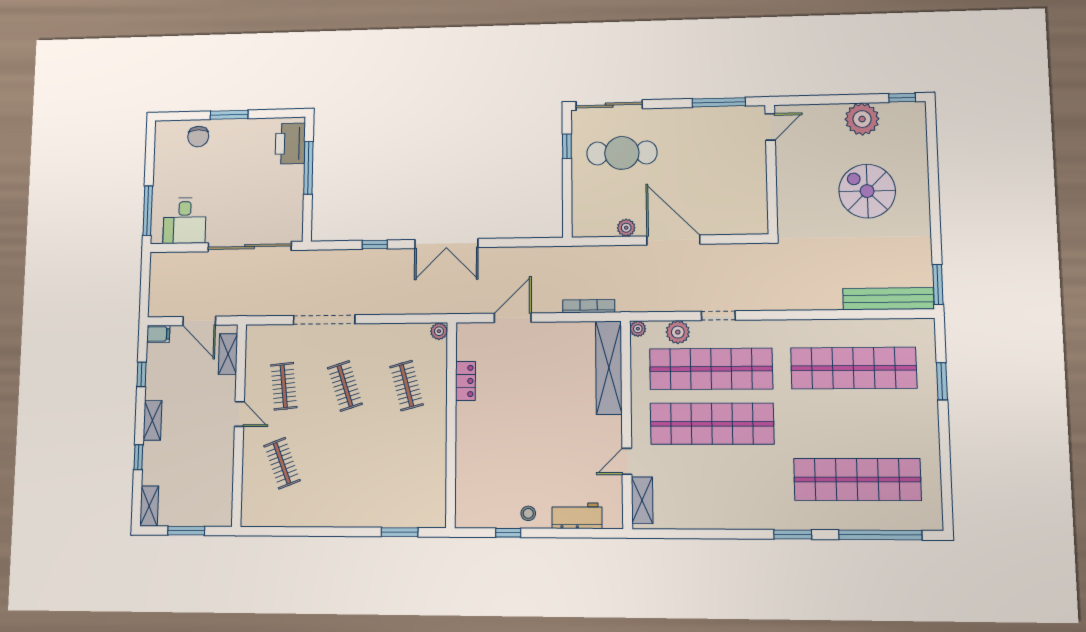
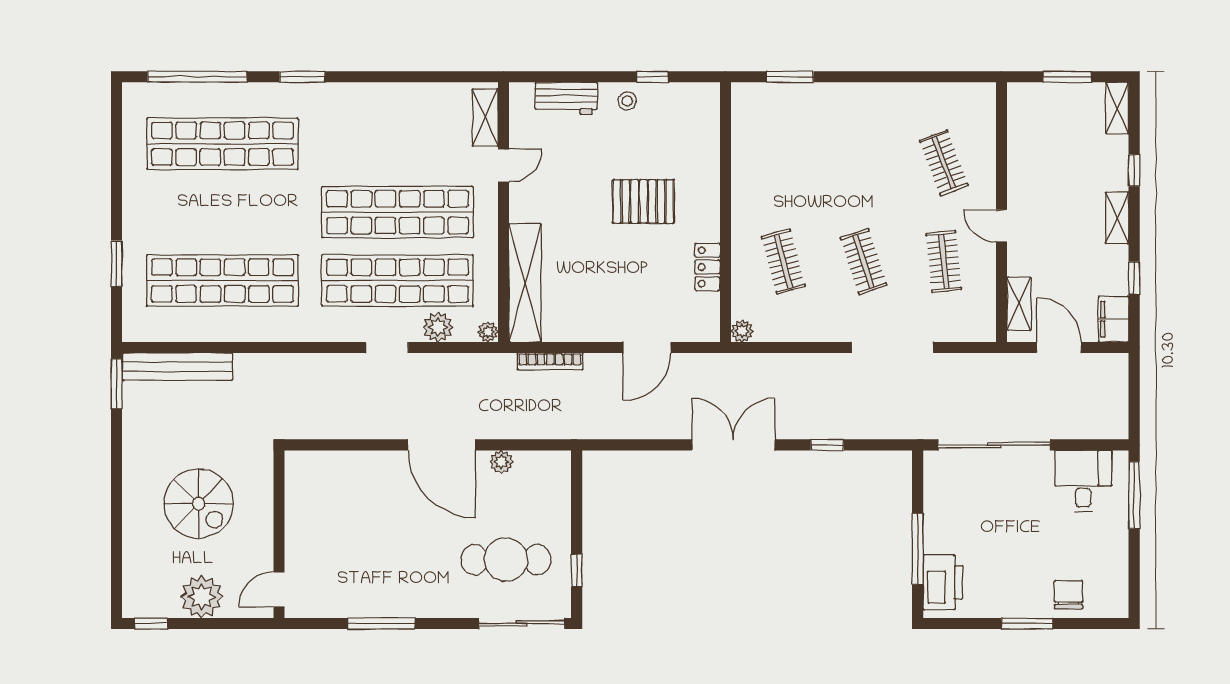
door: (770, 127) -> (279, 589), moved
wall: (771, 169) -> (279, 534), moved
filing cabinet: (158, 334) -> (1114, 319), width x2.00
pallet: (515, 433) -> (643, 201), added

